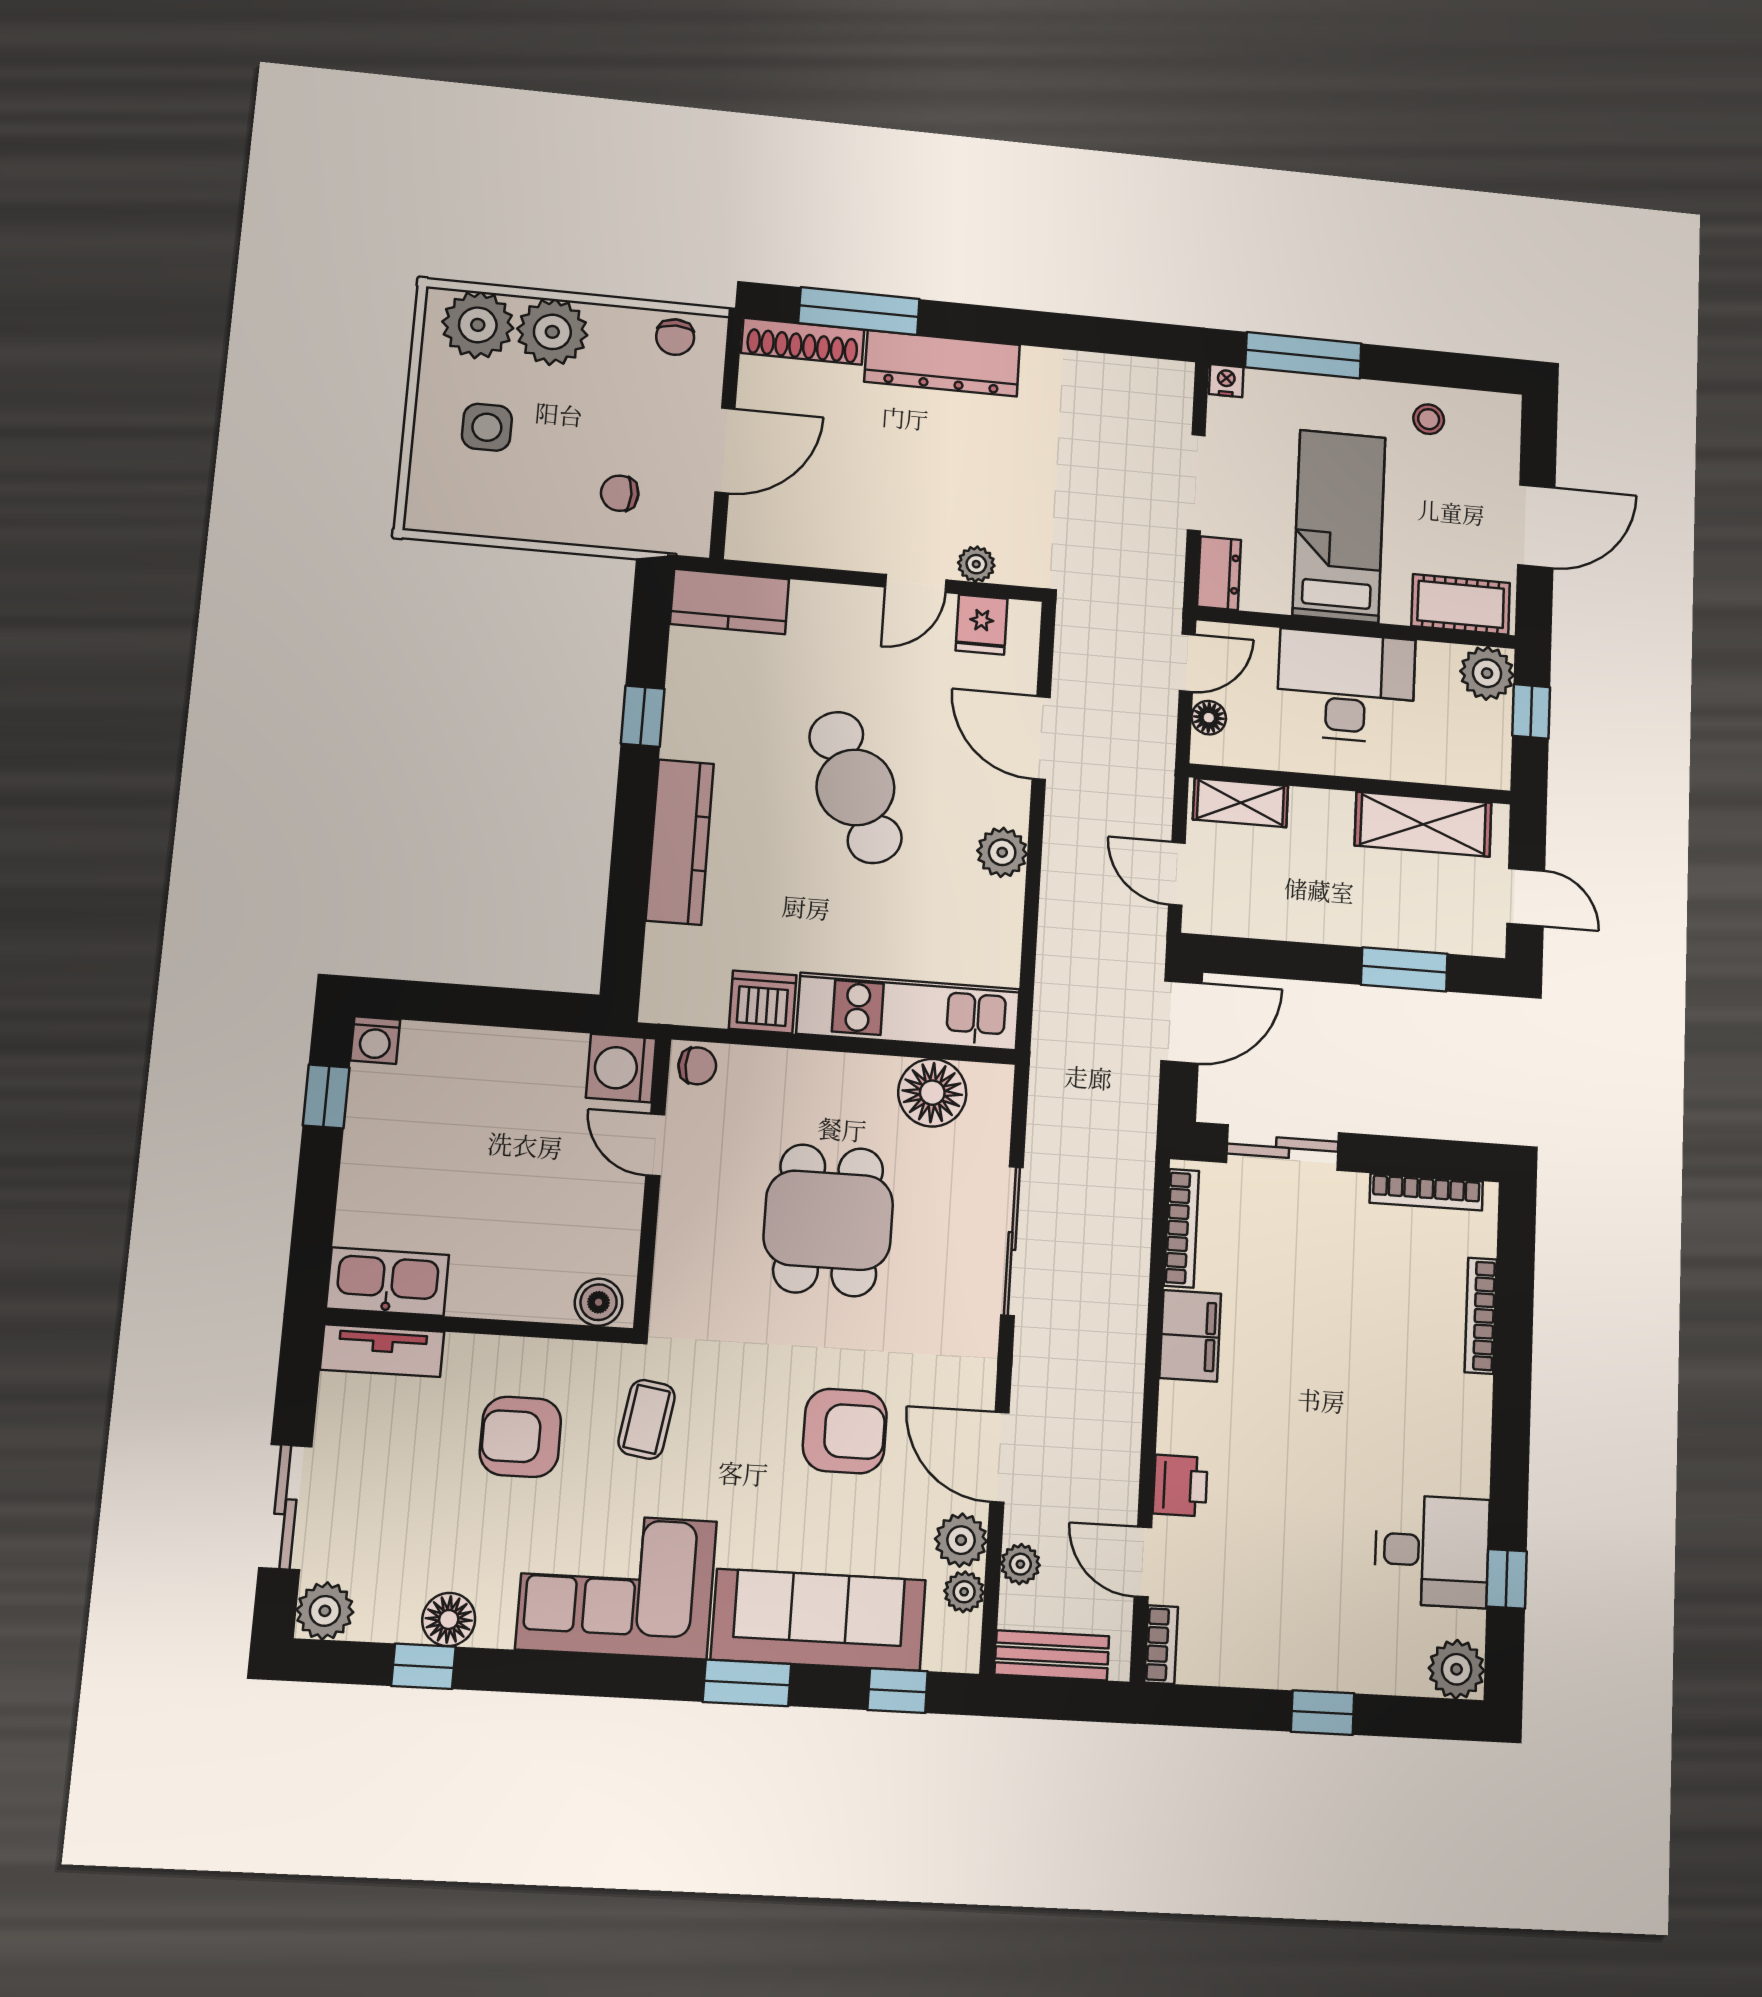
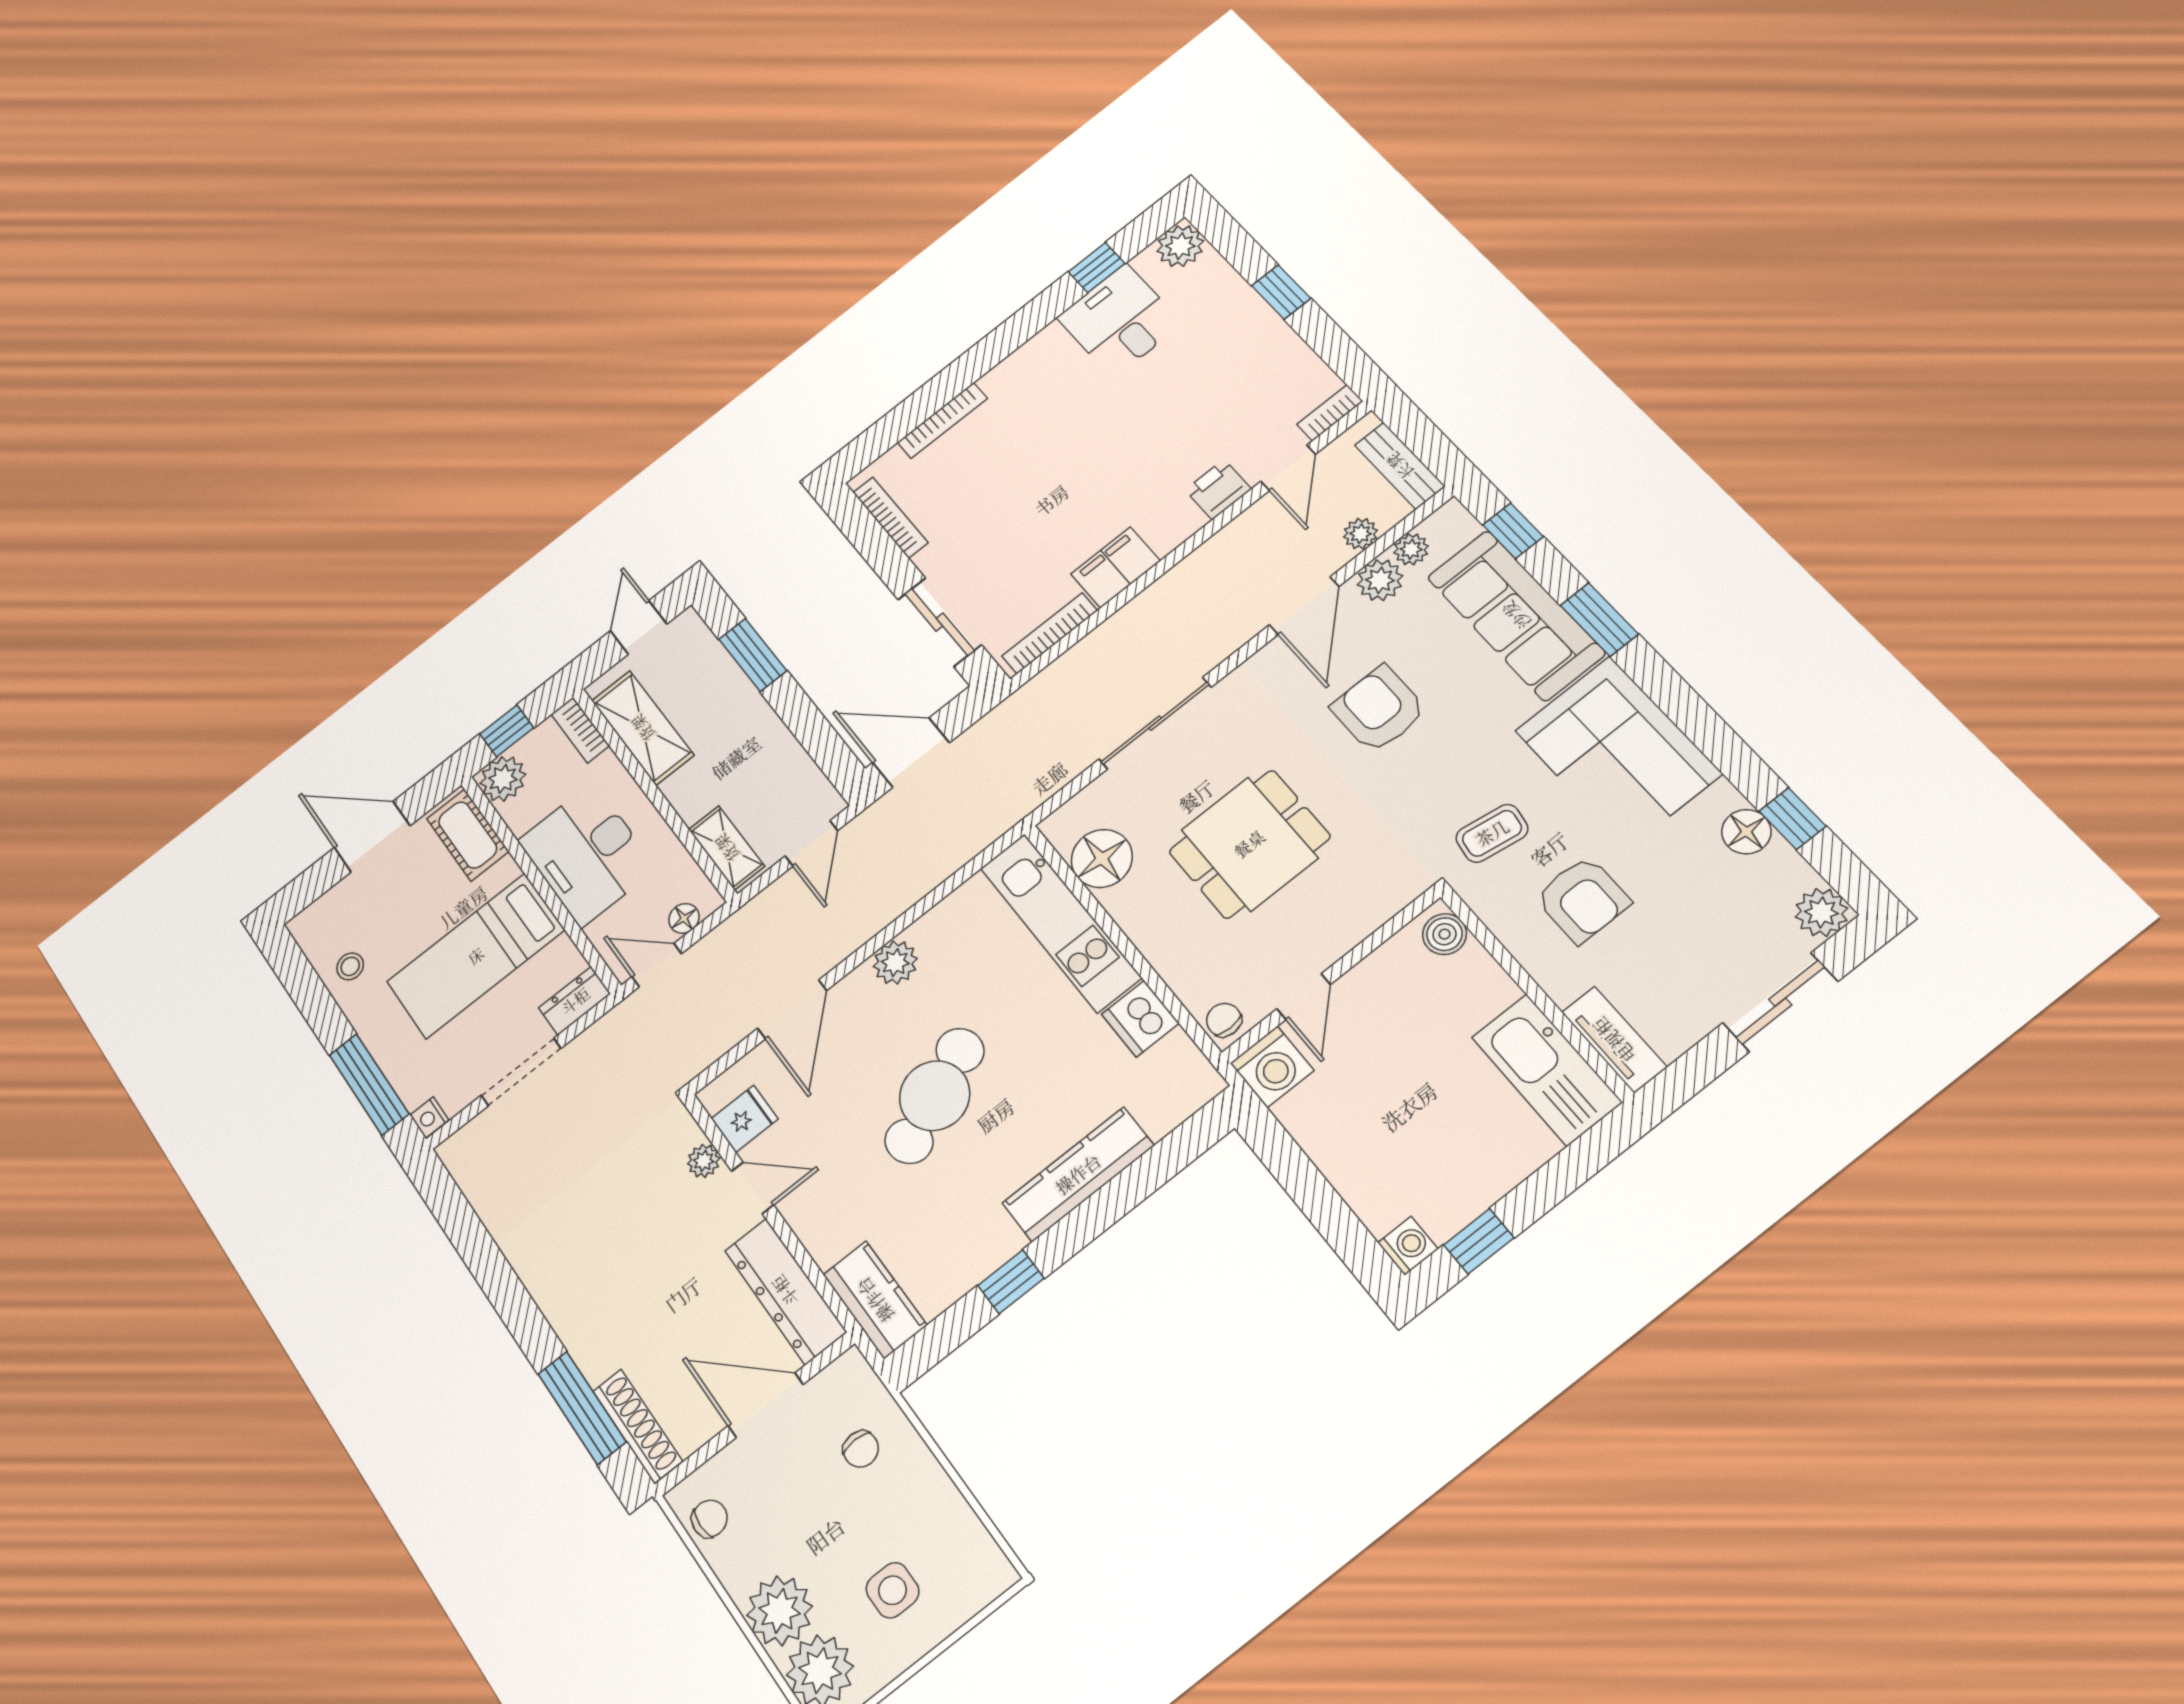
dresser: (942, 363) -> (785, 1291), moved, turned 180
bookcase: (1472, 772) -> (580, 730), added
kitchen sink: (388, 1282) -> (1547, 1070), width x1.36, depth x1.24

